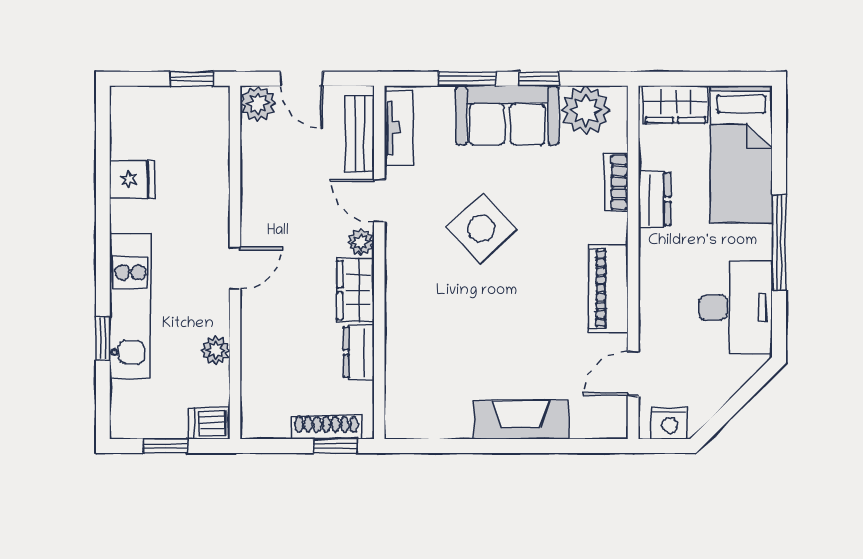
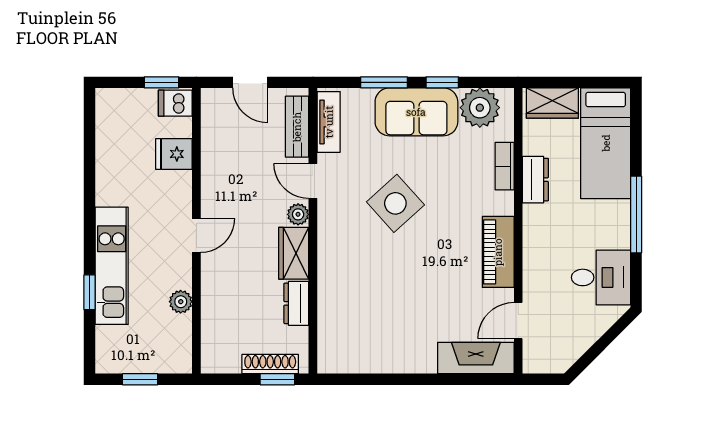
plant: (258, 103) -> (215, 102), removed
fridge: (132, 179) -> (174, 154), moved, turned 180
desk: (736, 308) -> (601, 277), width x0.73
fireplace: (521, 420) -> (476, 358), moved
dishwasher: (209, 423) -> (175, 103), moved
nightstand: (669, 423) -> (548, 361), removed

